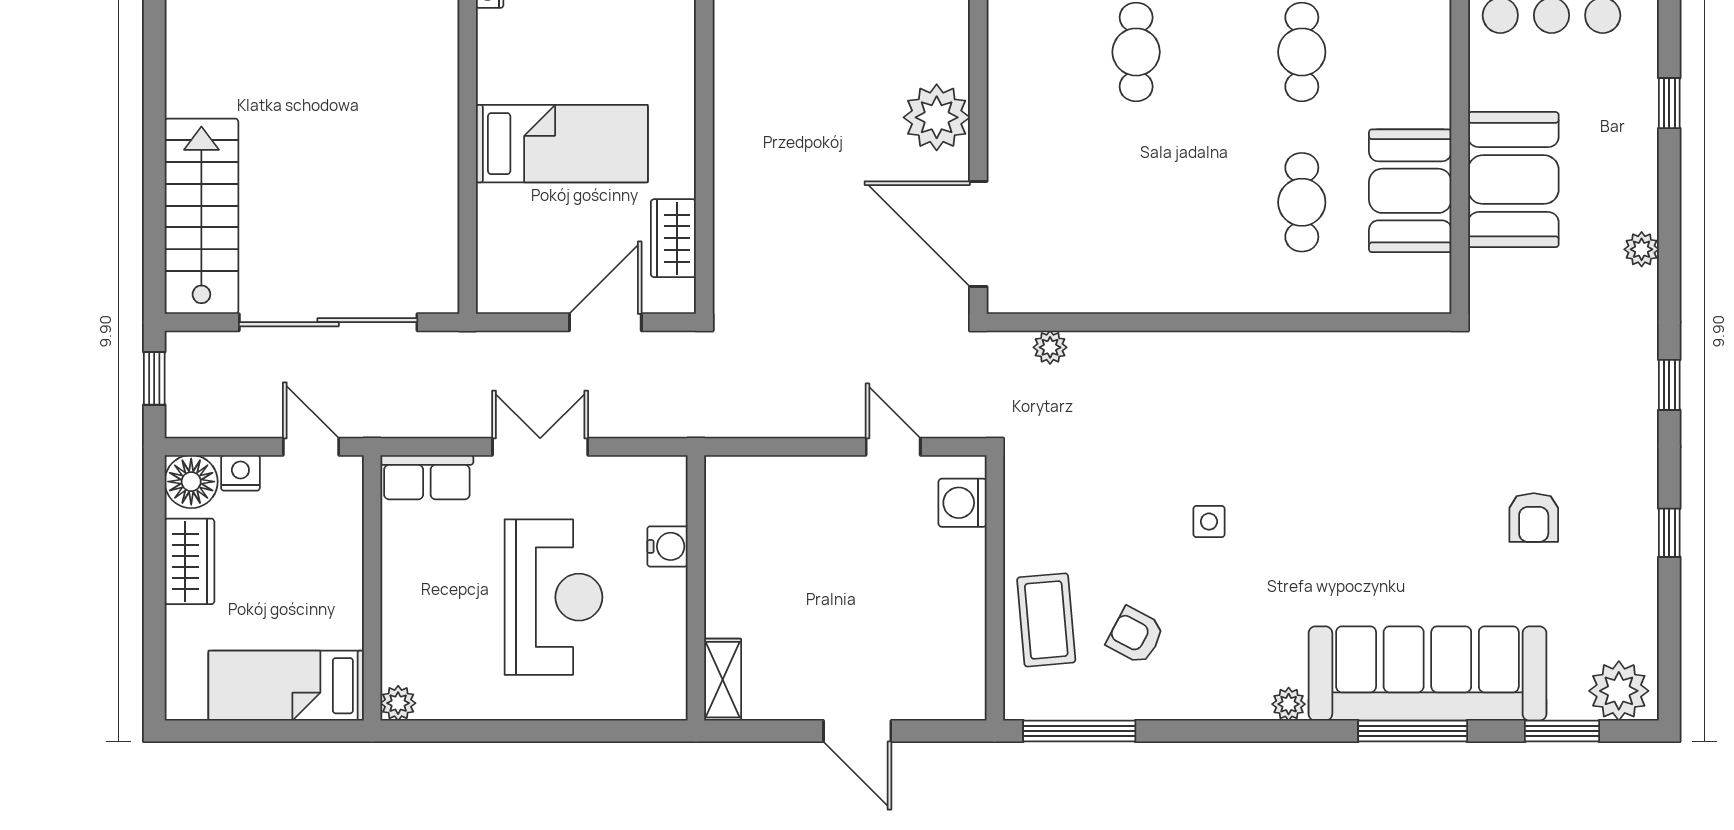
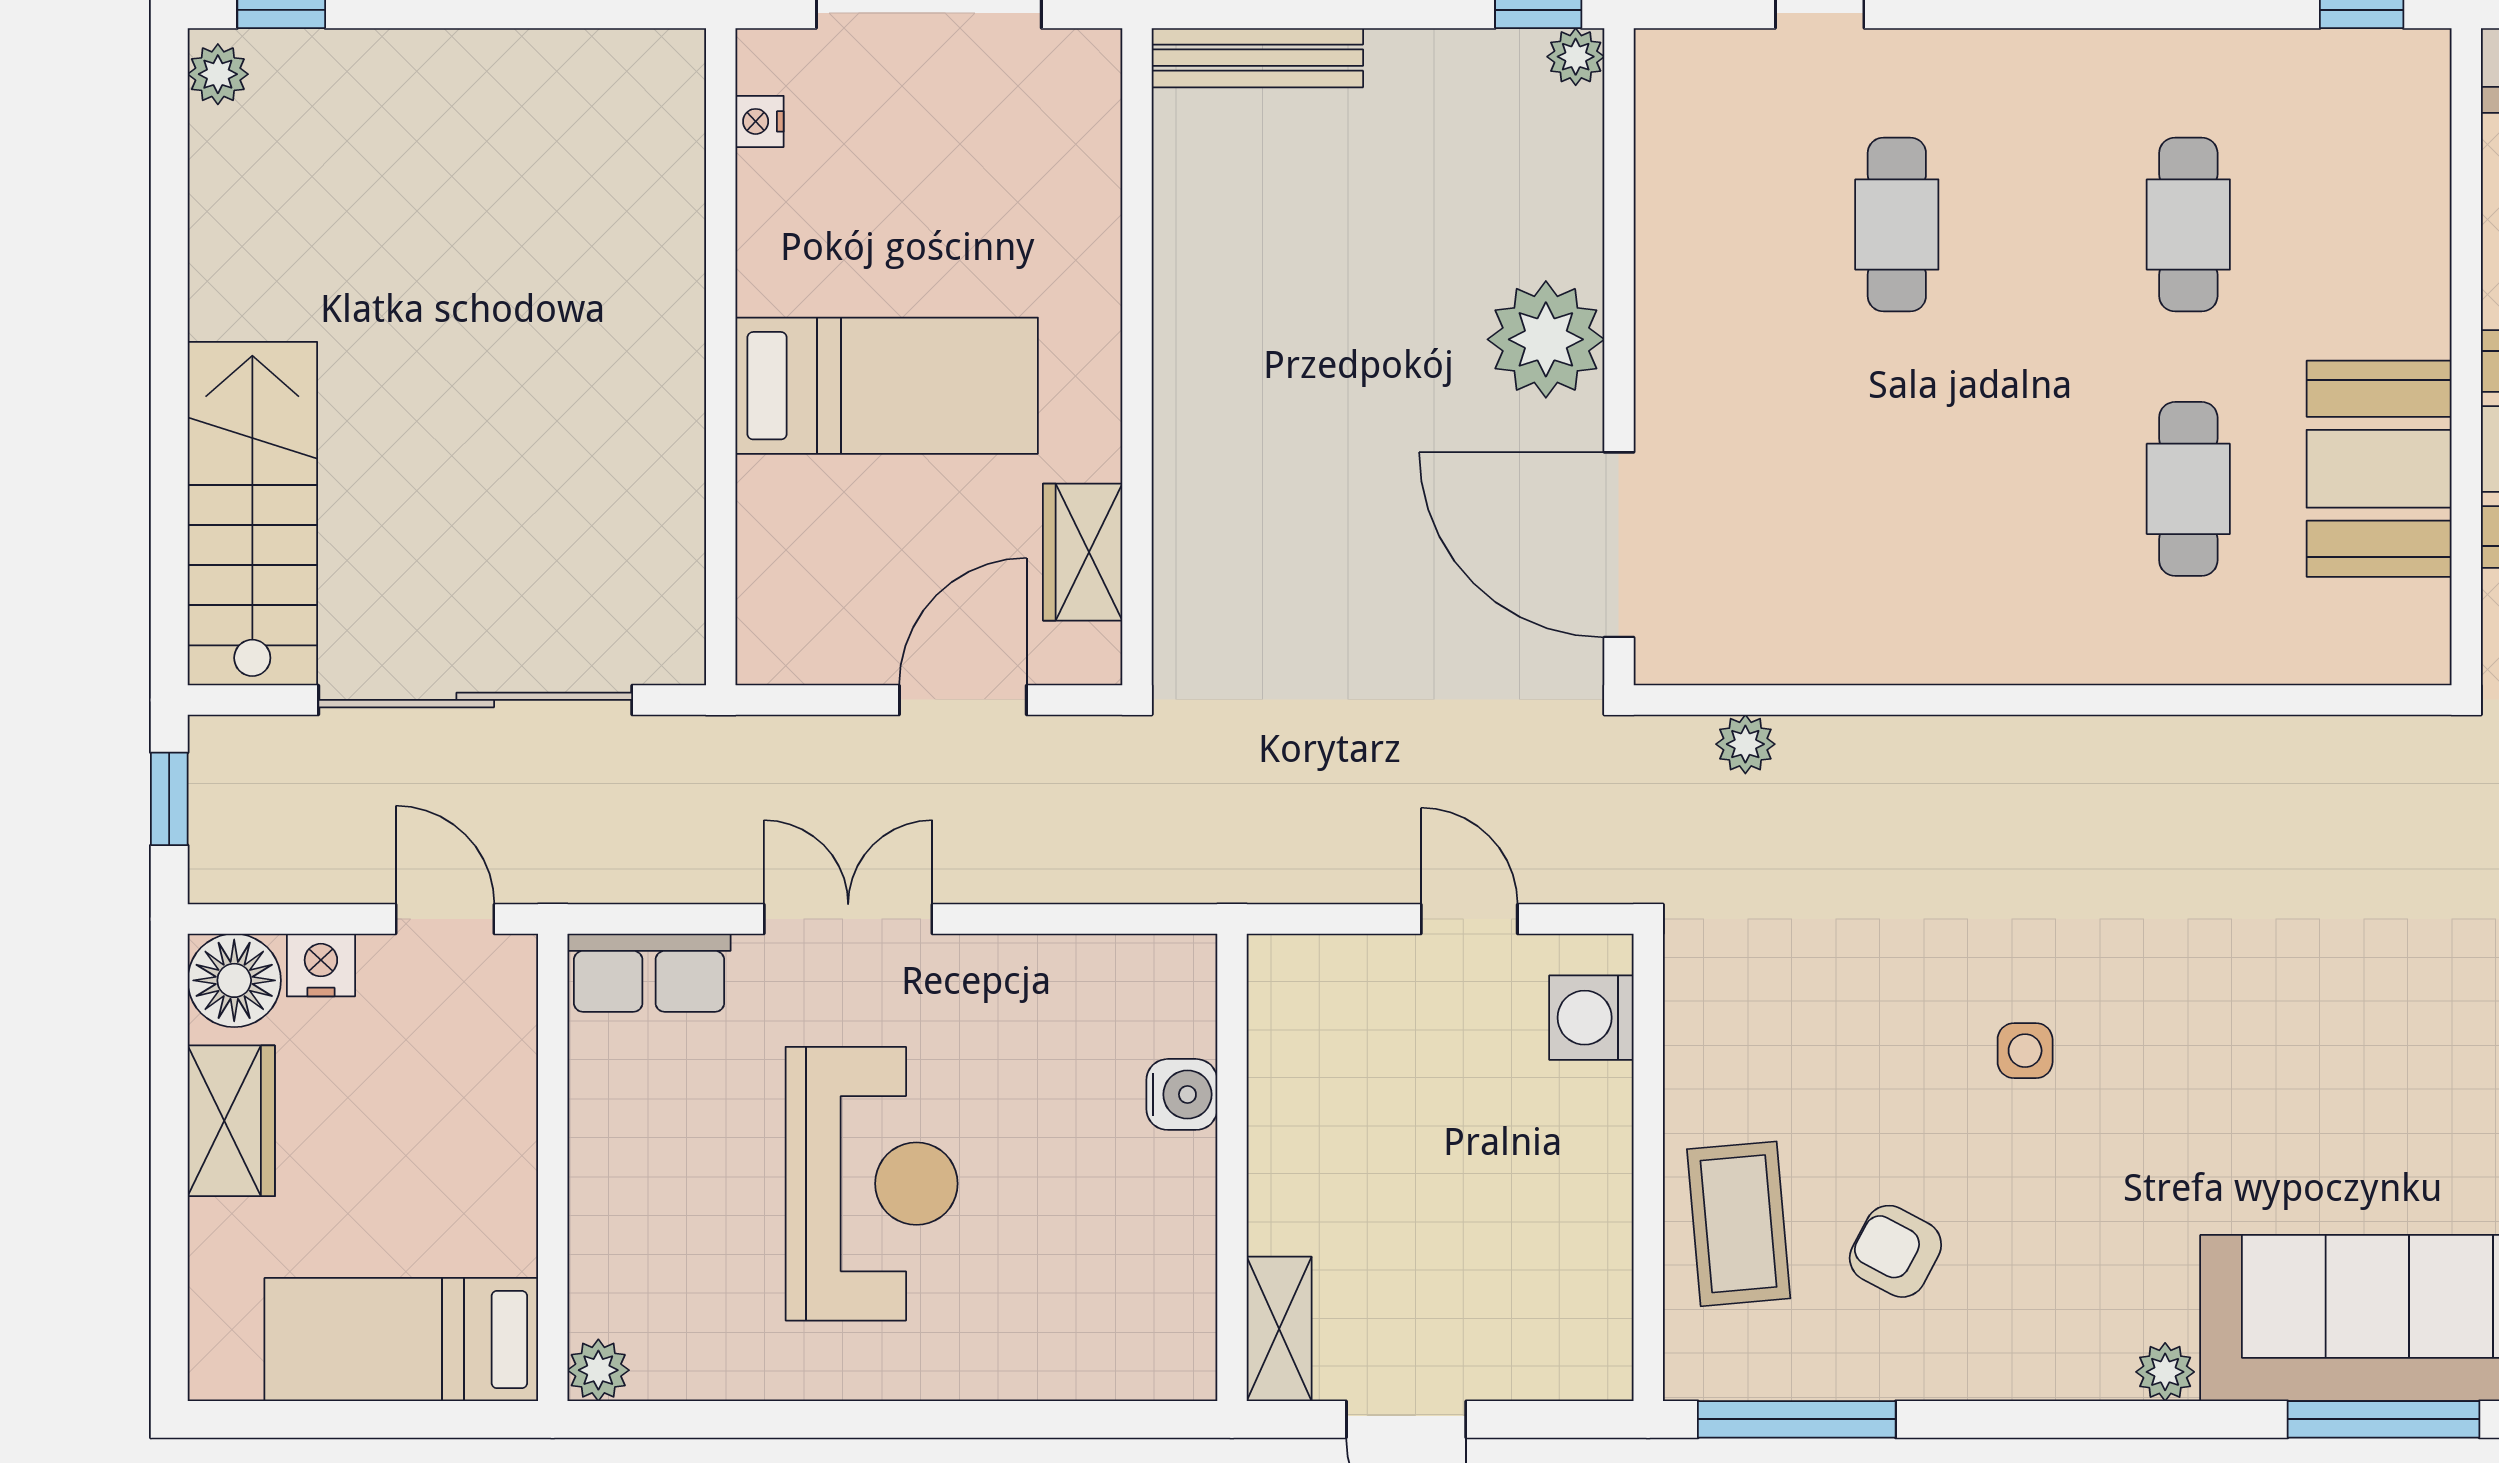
water cooler: (667, 546) -> (1182, 1094), moved
wall: (696, 588) -> (1232, 1167), moved
shelving: (723, 680) -> (1279, 1329), moved

